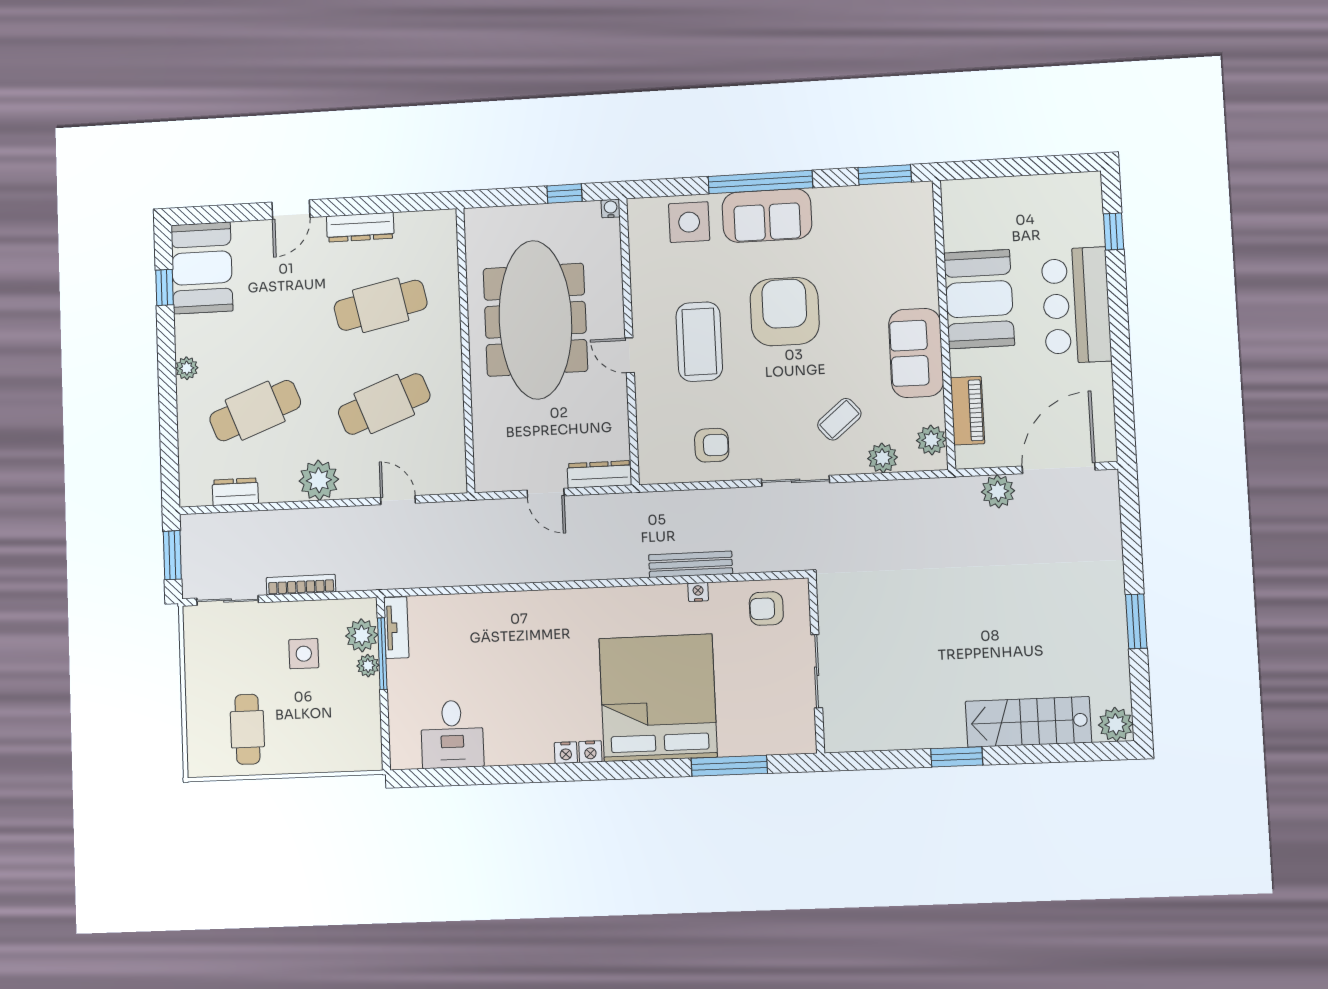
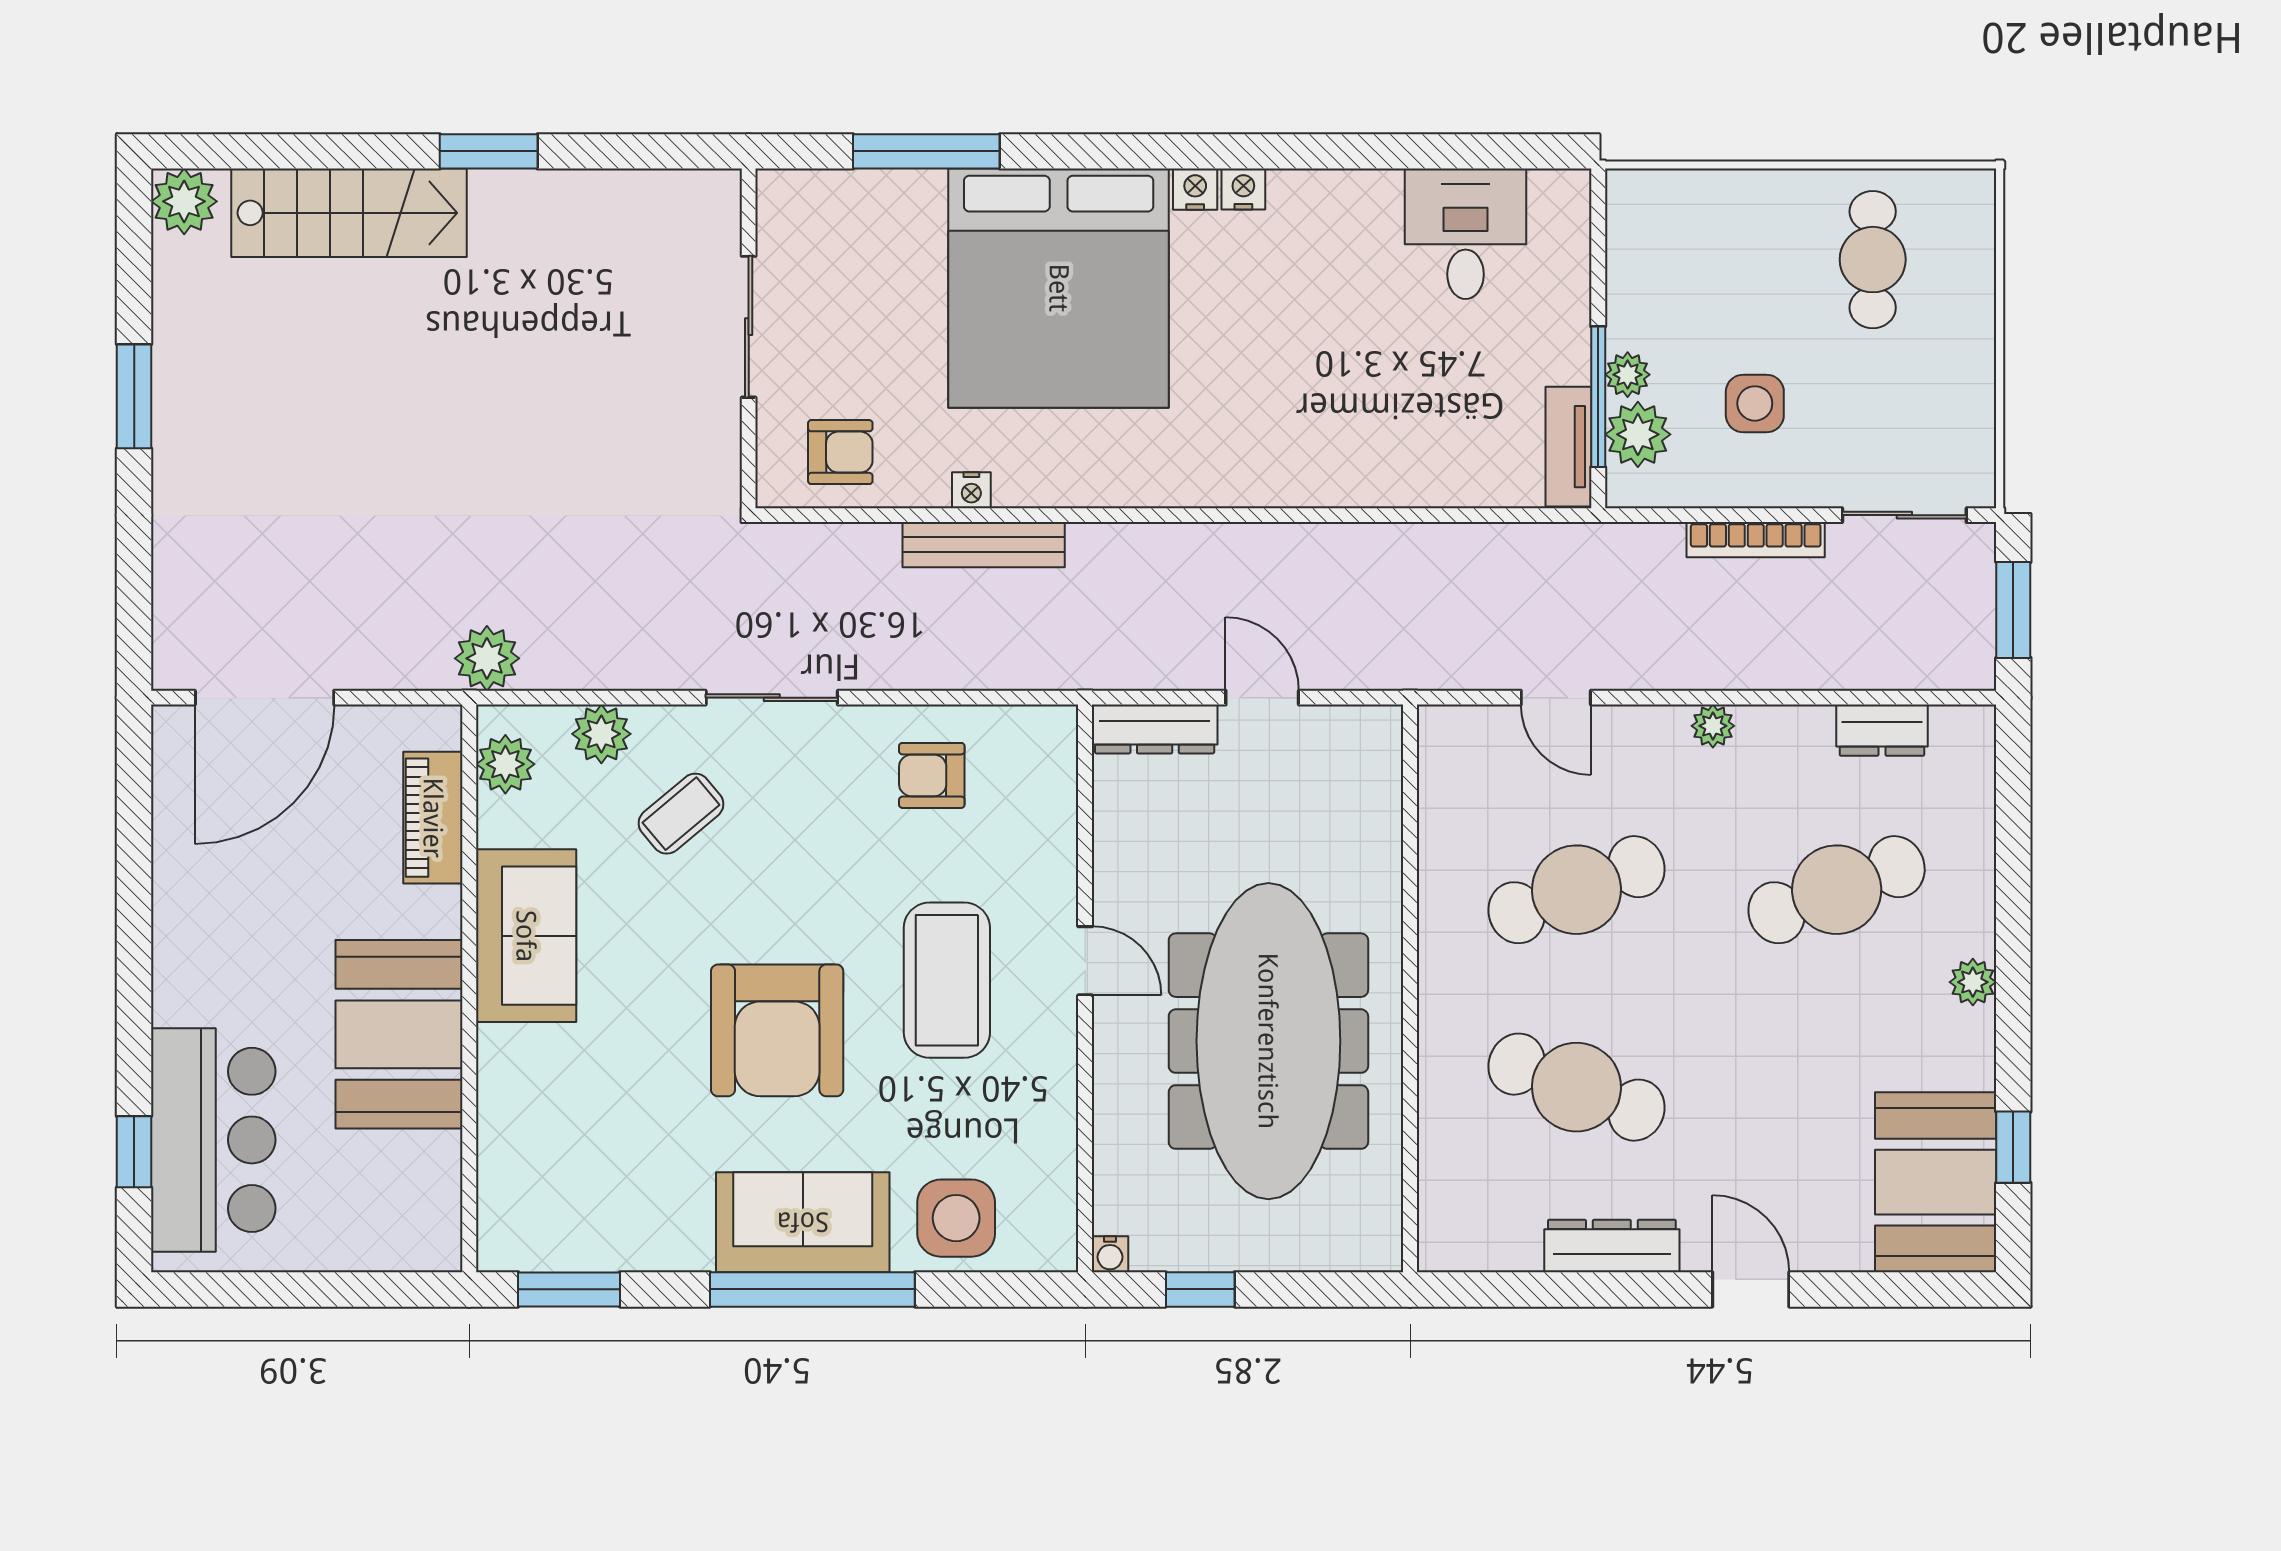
door: (291, 210) -> (1751, 1289), hinge flipped
cafe table: (381, 305) -> (1576, 1087), turned 33
bar counter: (1076, 305) -> (213, 1140), moved
plant: (319, 480) -> (1713, 726), width x0.53, depth x0.53
plant: (998, 491) -> (487, 658), moved

